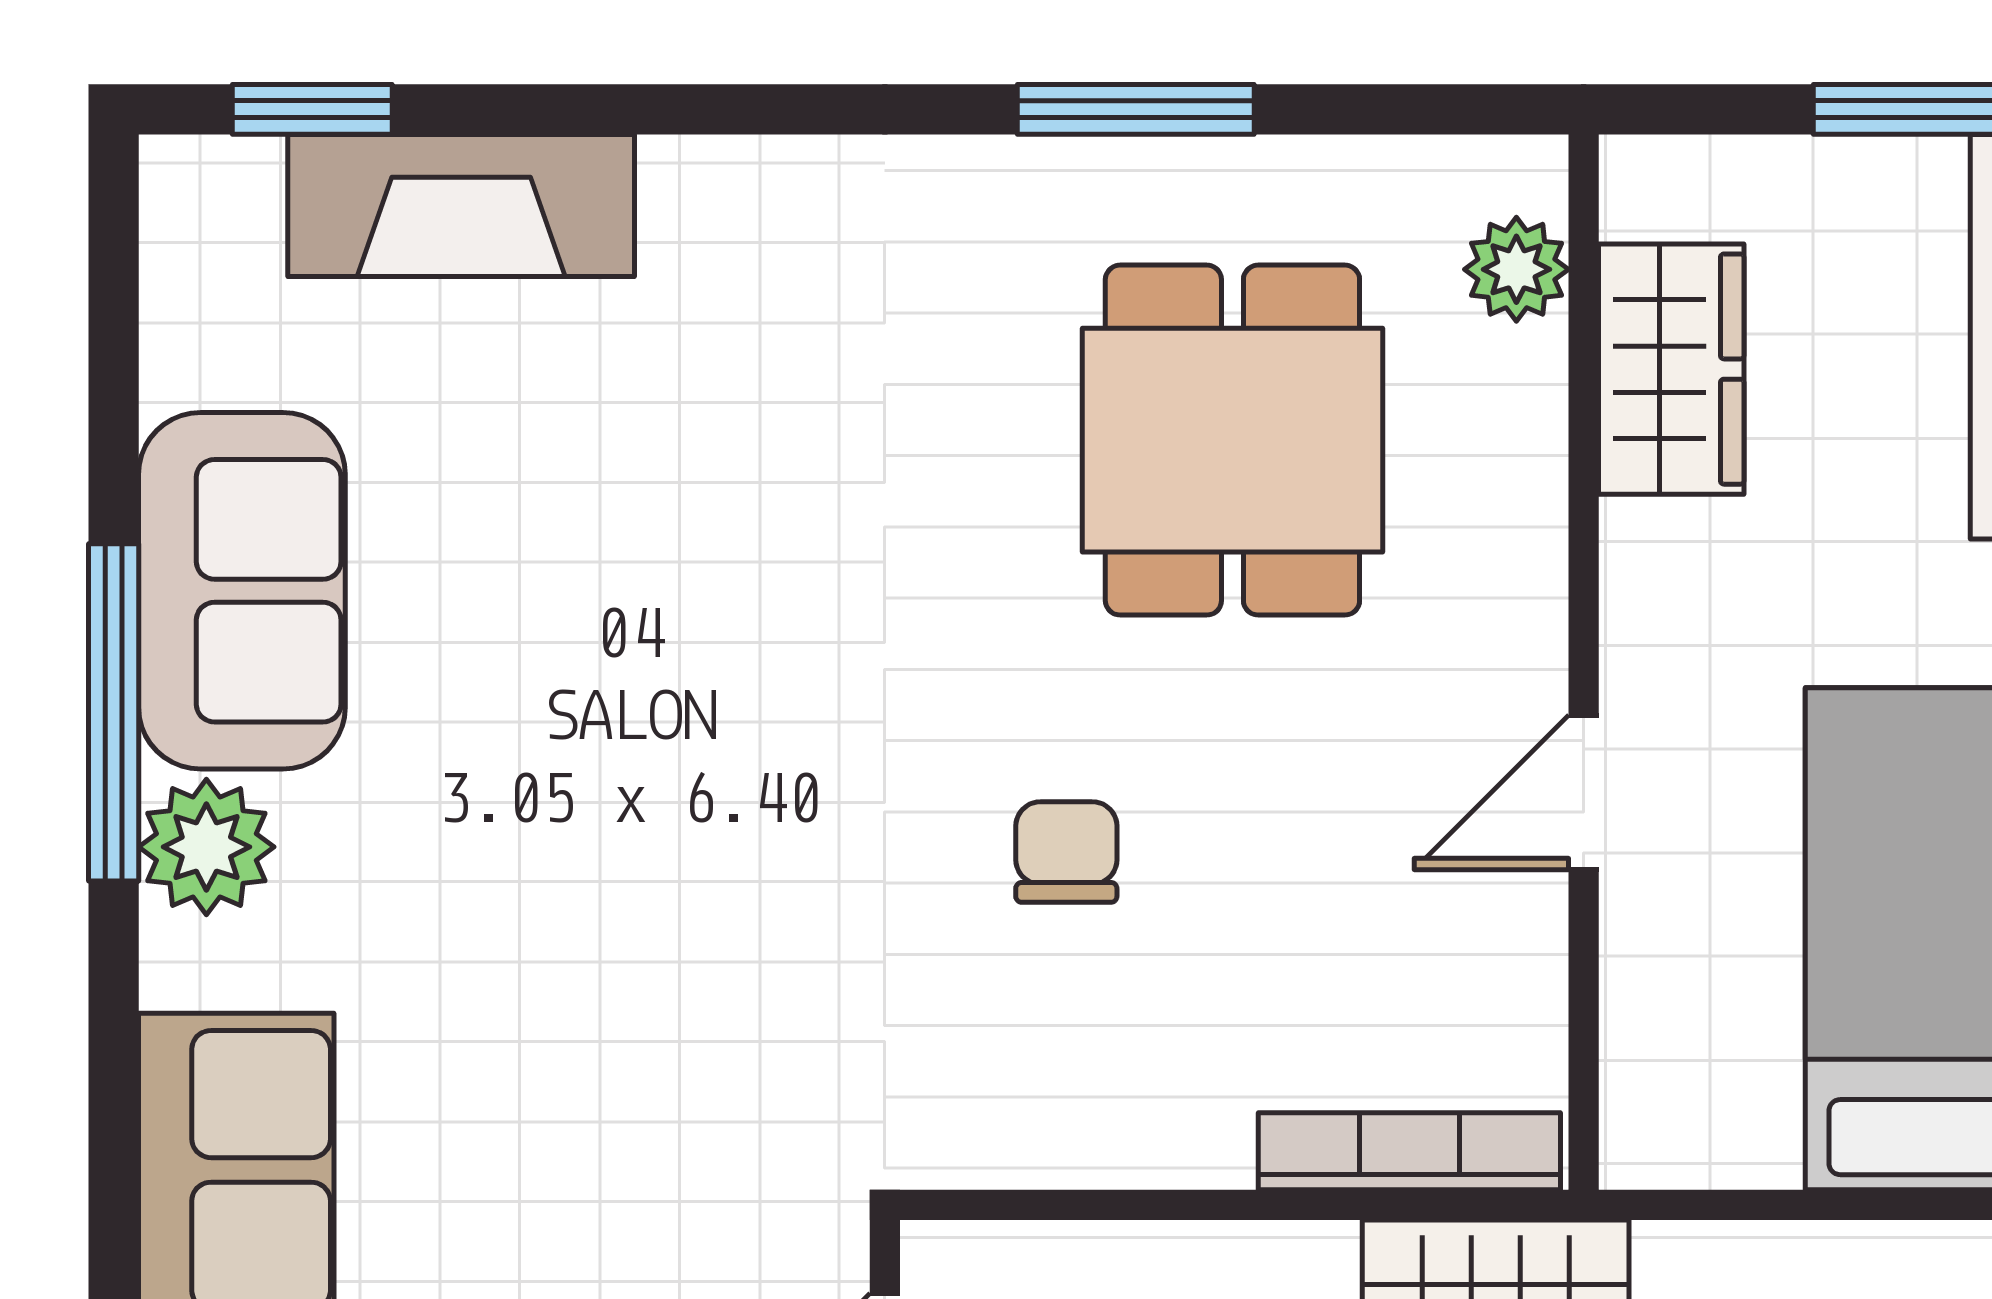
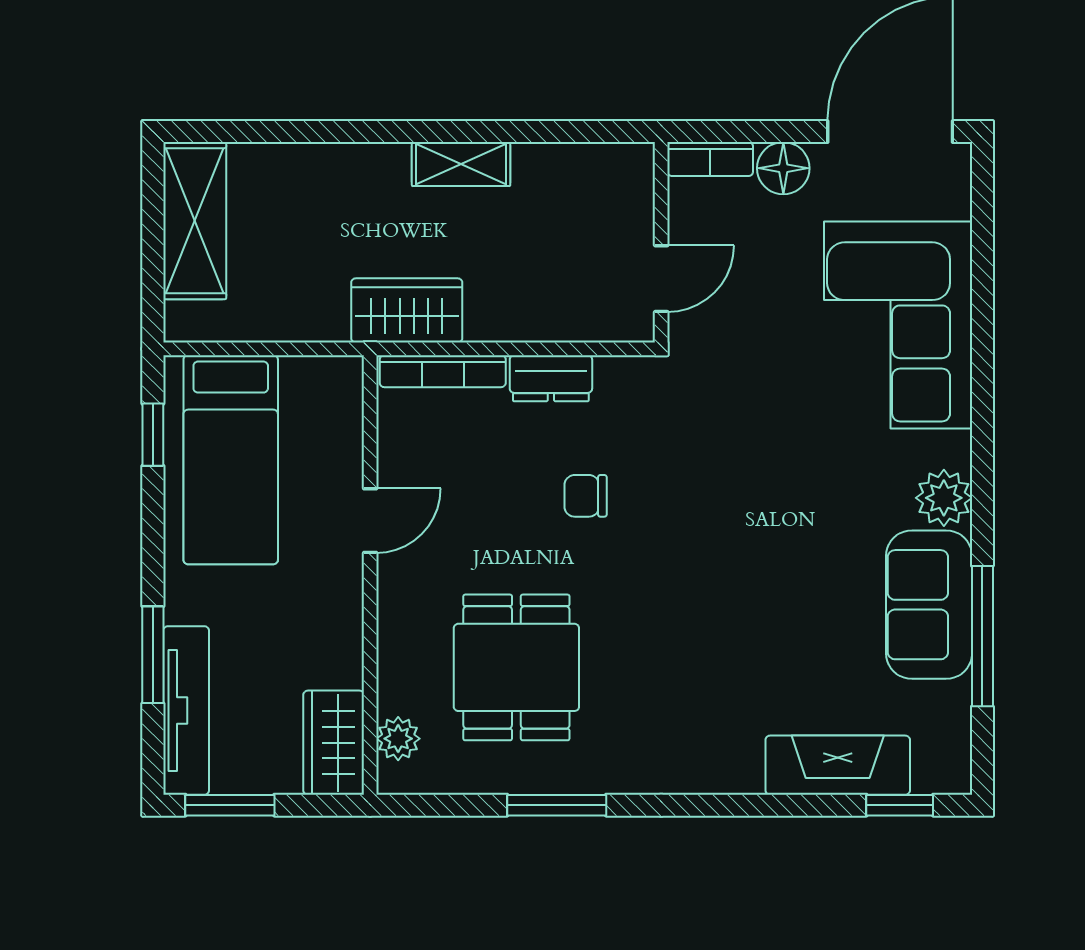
wardrobe: (1671, 369) -> (334, 743), moved
window: (114, 712) -> (982, 636), moved
chair: (1066, 852) -> (586, 496), turned 90
dresser: (1150, 1134) -> (551, 378), added

